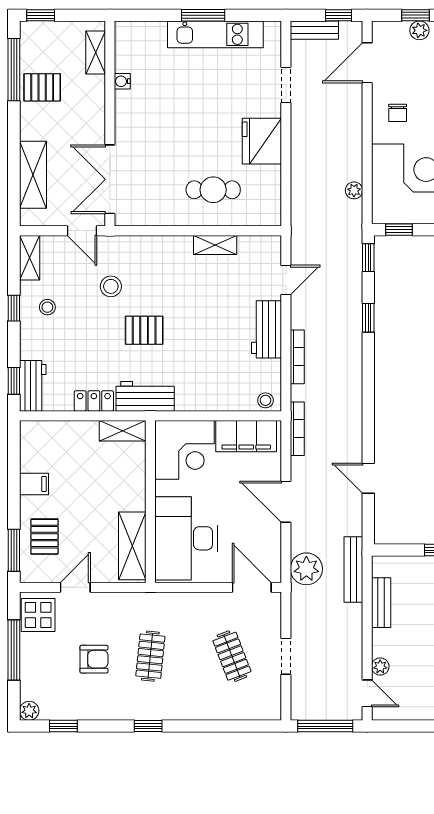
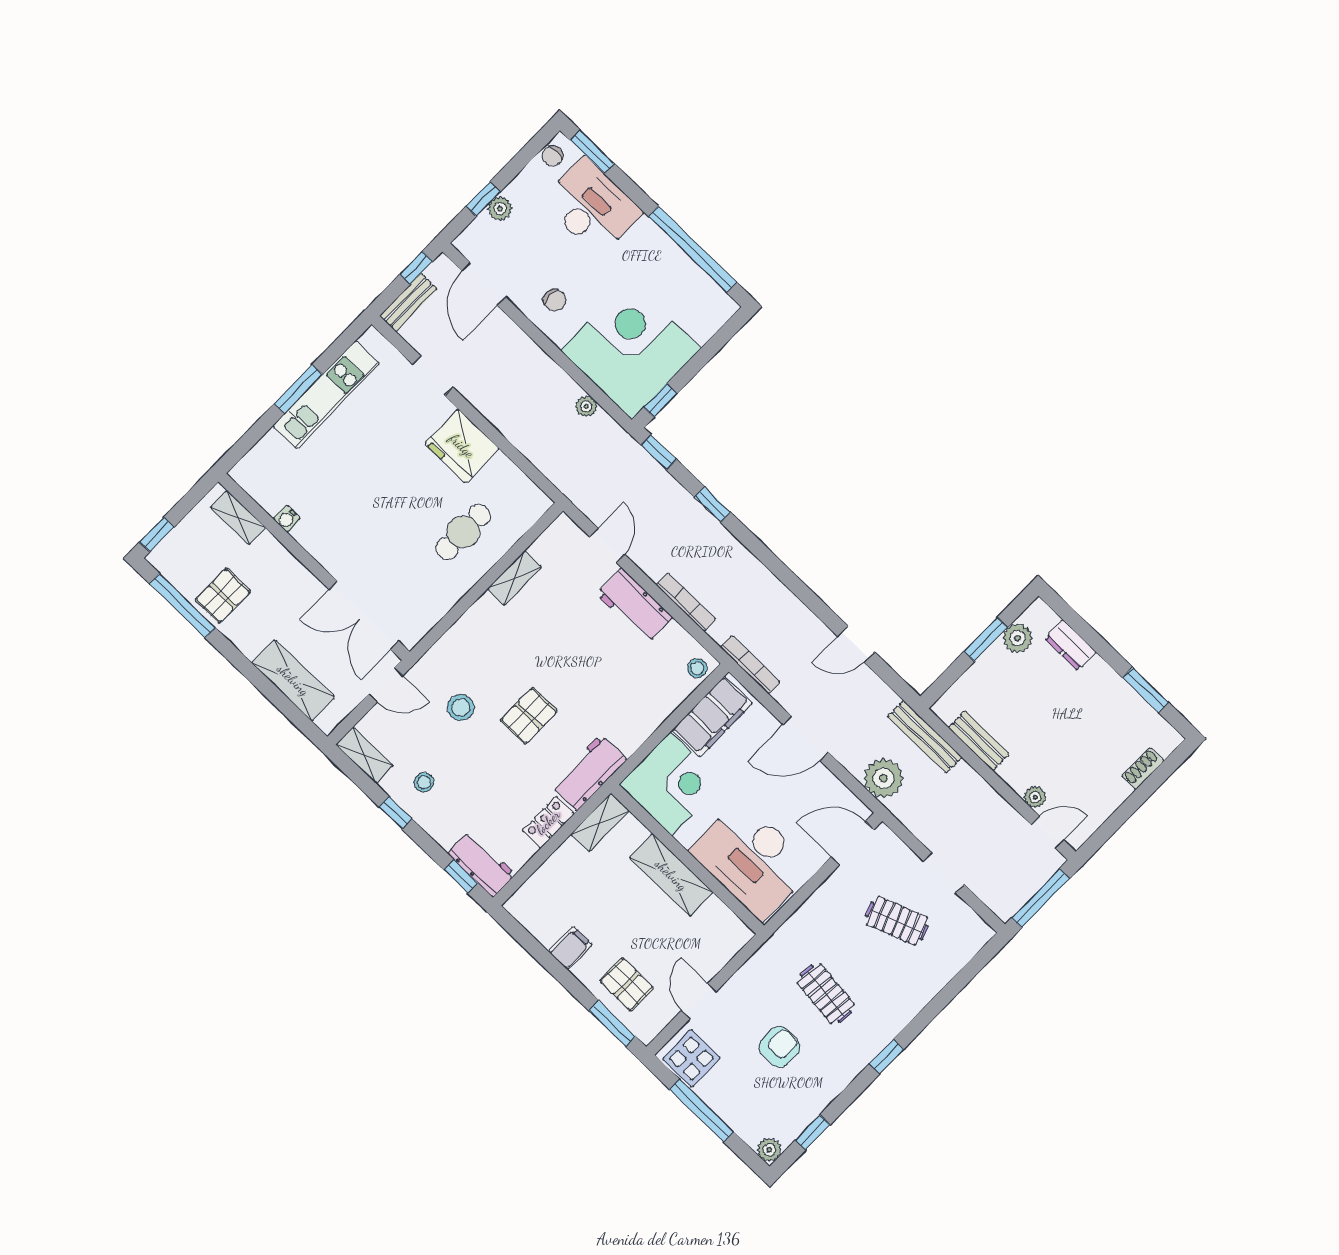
shelving: (132, 546) -> (671, 875), moved

